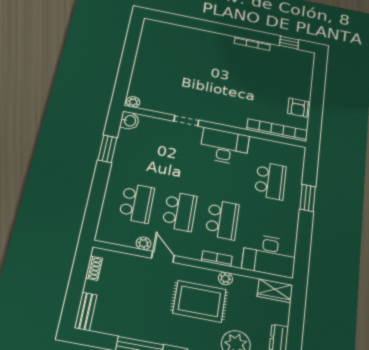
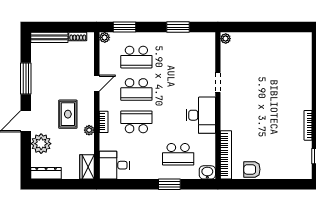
washbasin: (130, 121) -> (207, 172), moved, turned 180
window: (94, 209) -> (124, 27), added
school desk: (222, 220) -> (136, 122), turned 180
plant: (144, 243) -> (105, 37), moved
desk: (269, 255) -> (114, 165), width x0.73
rug: (199, 301) -> (68, 114), width x0.73, depth x0.70
bench: (86, 311) -> (49, 37), width x1.36

